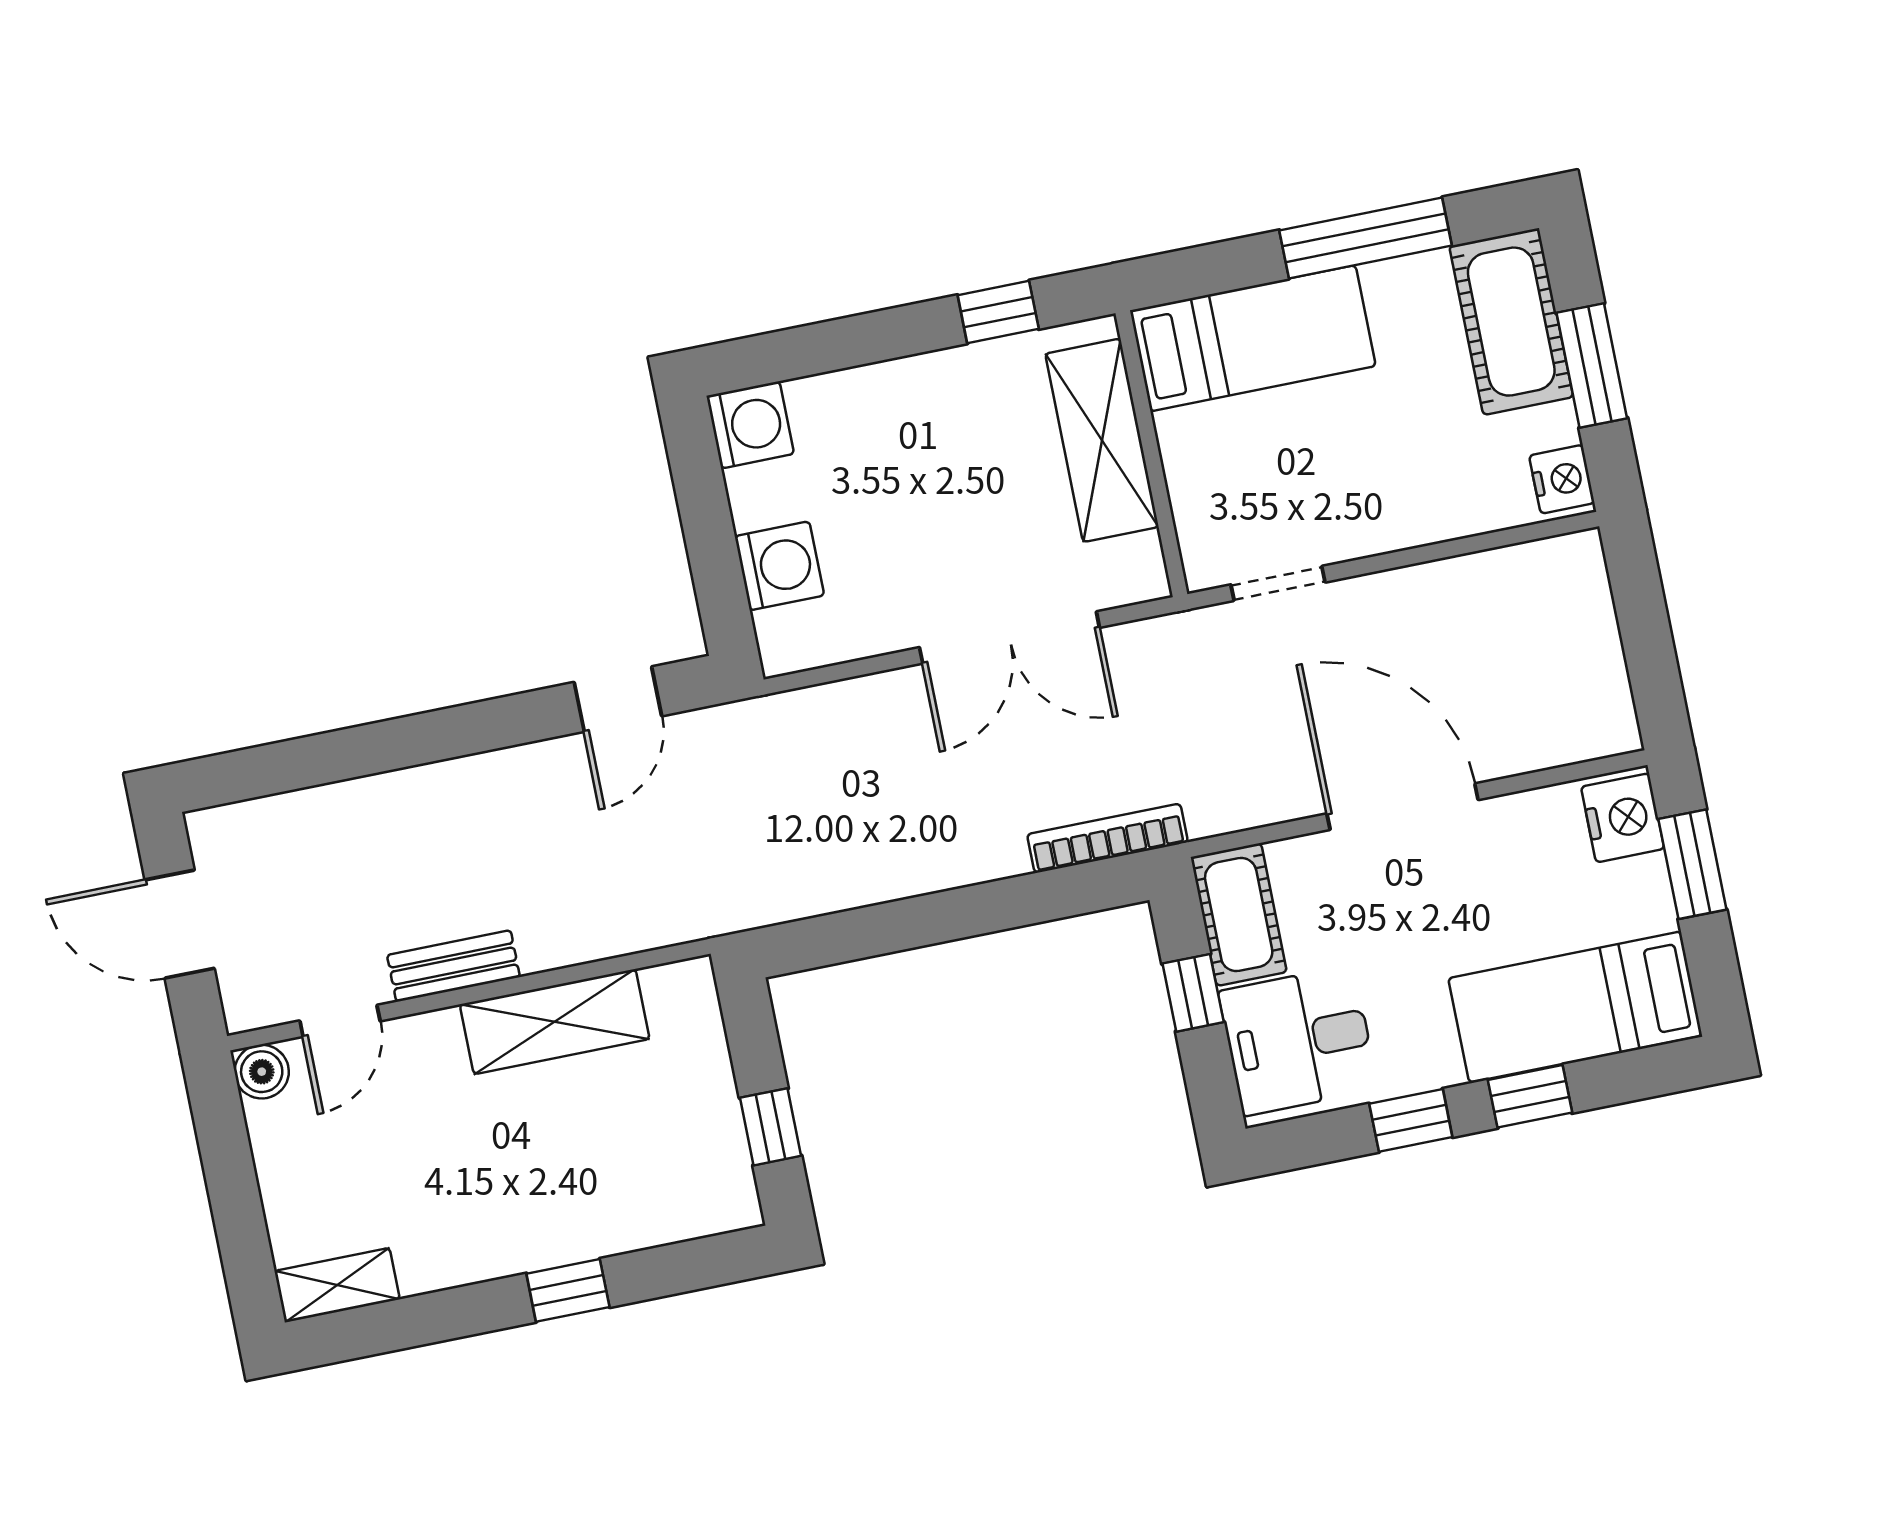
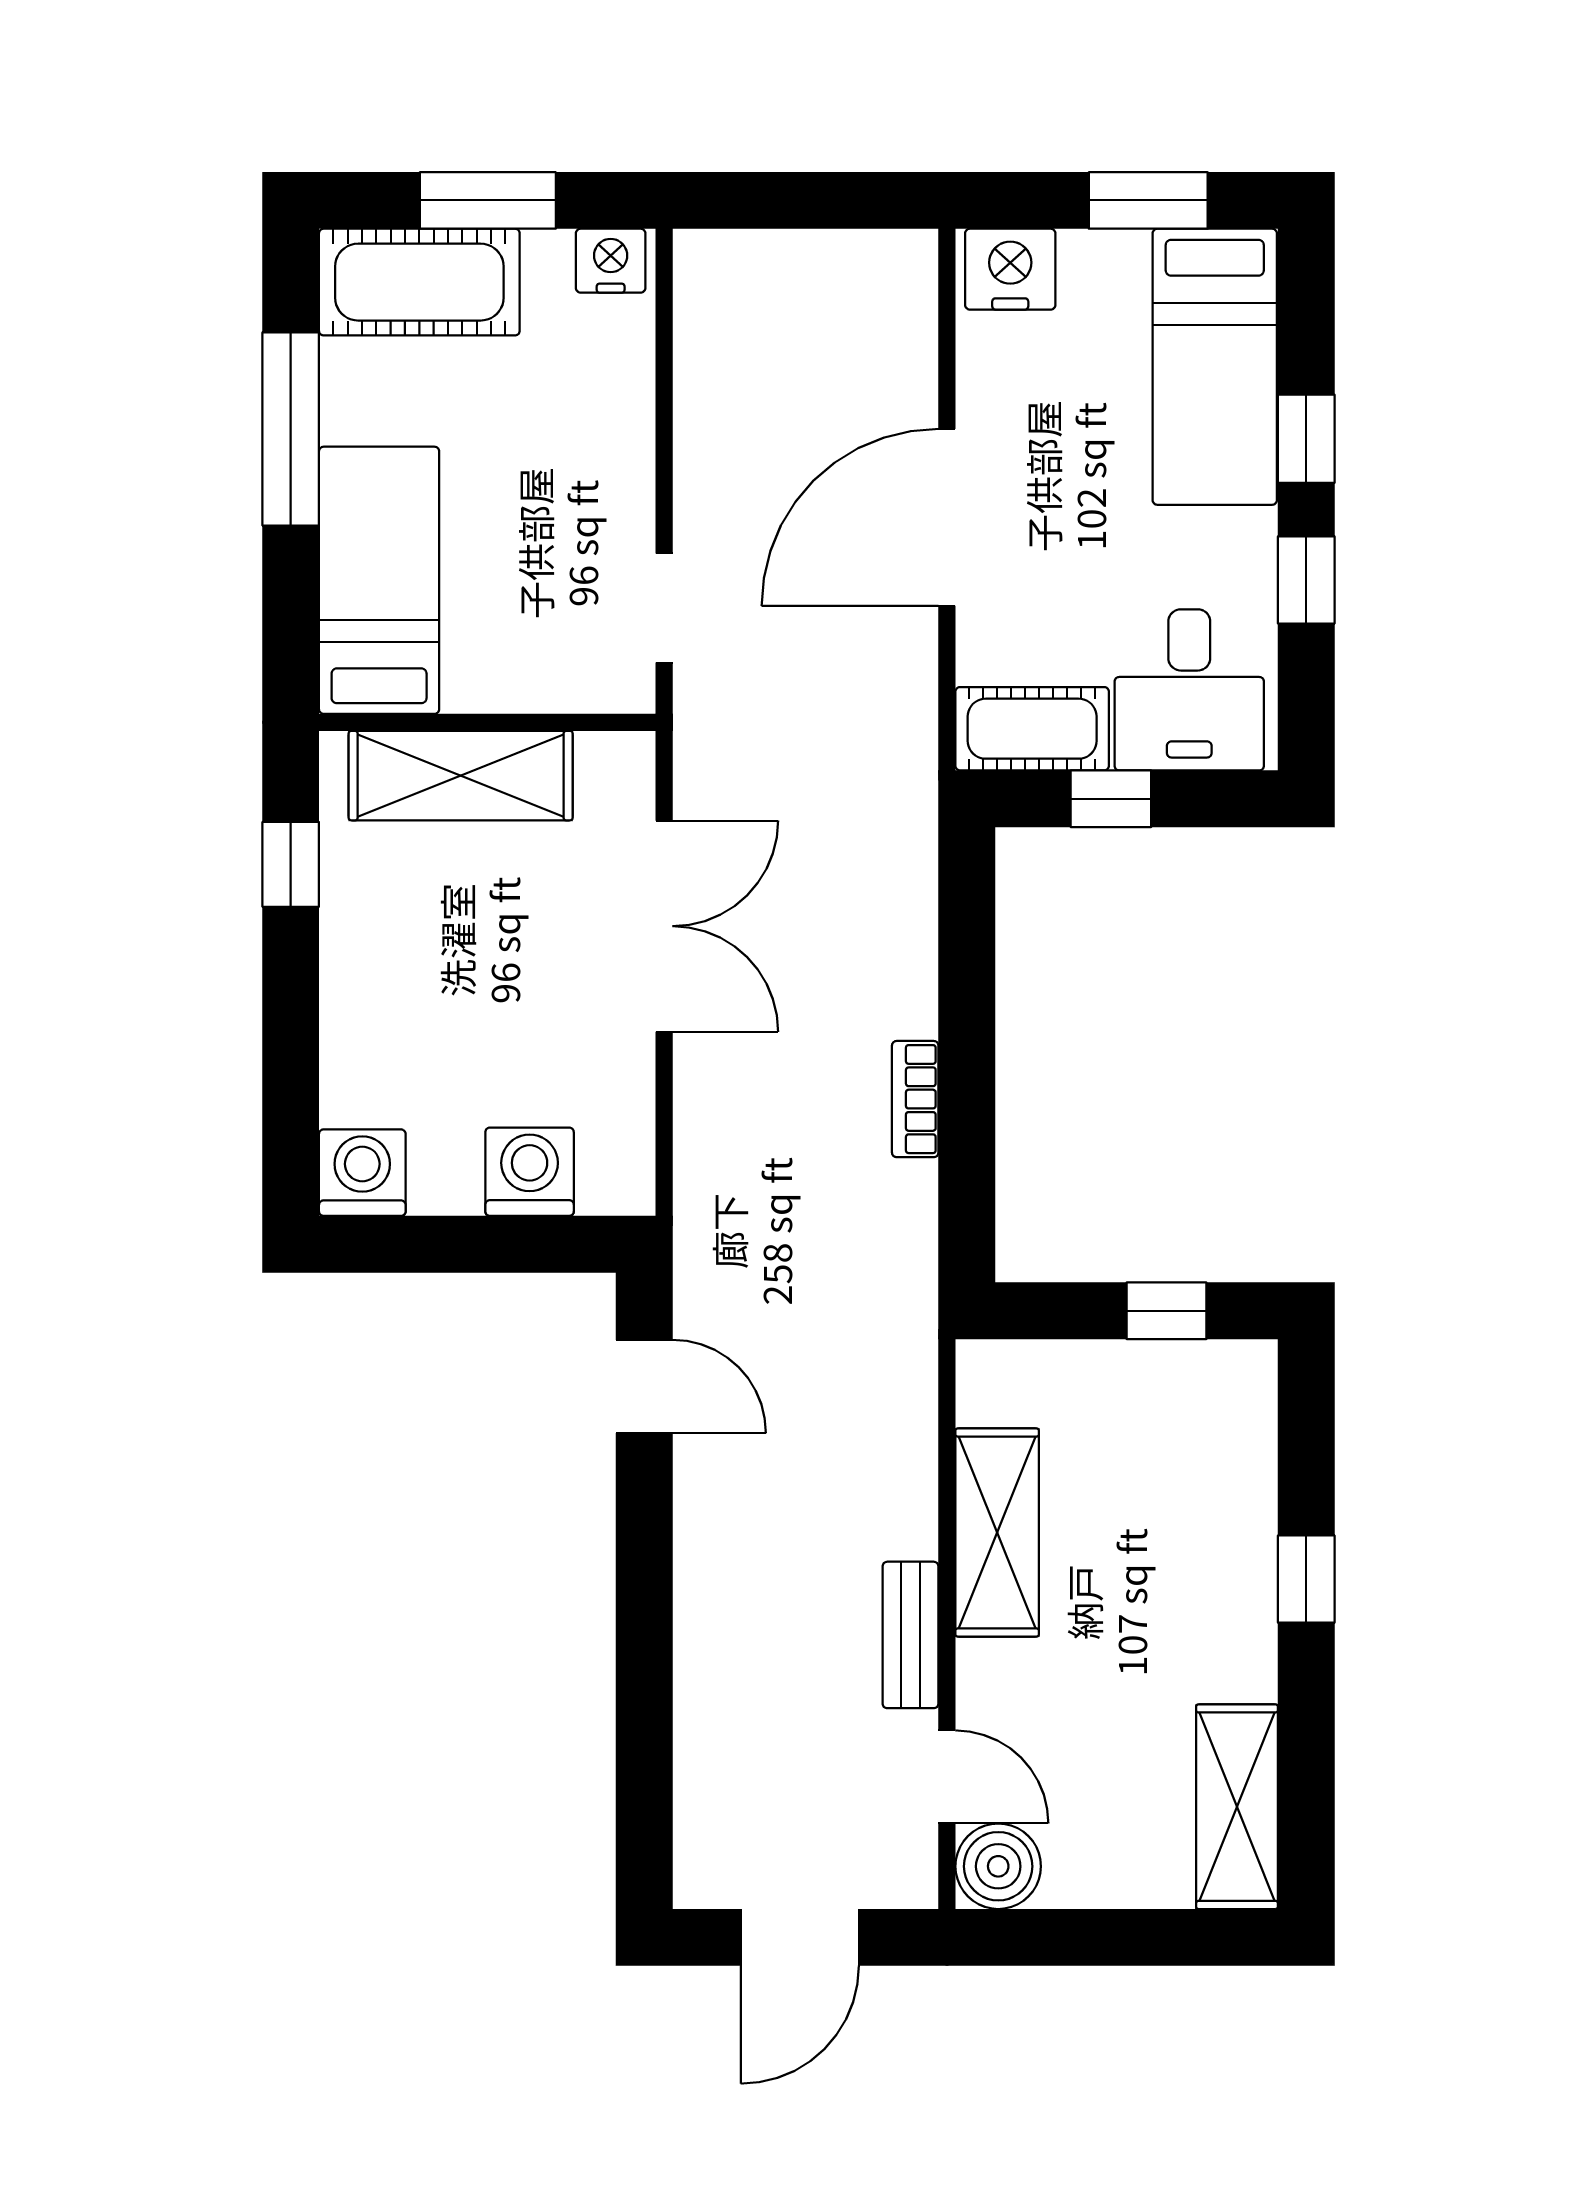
bookcase: (1108, 838) -> (915, 1099), moved, width x0.64
window: (1692, 864) -> (1148, 200), moved
boiler: (262, 1072) -> (998, 1866), width x1.36, depth x1.36
shelving: (337, 1285) -> (1237, 1807), width x1.50, depth x1.33

